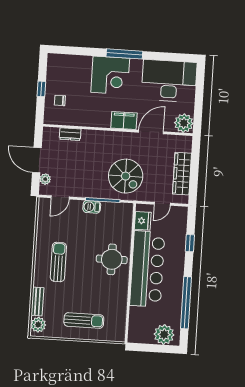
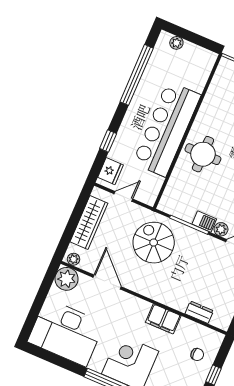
filing cabinet: (124, 121) -> (163, 319), moved
door: (151, 132) -> (107, 282), swing flipped
plant: (184, 140) -> (74, 259), added
plant: (76, 205) -> (221, 229), added
fridge: (143, 221) -> (111, 171), moved, turned 180
plant: (164, 335) -> (176, 43), width x0.53, depth x0.53

